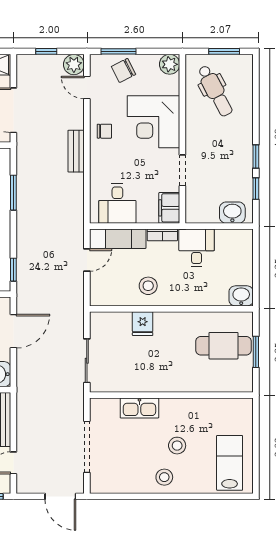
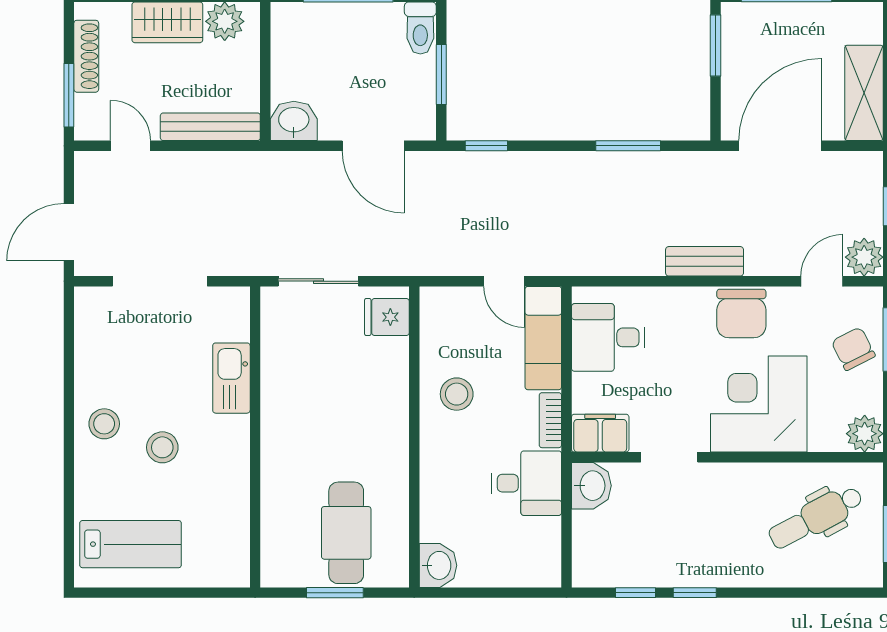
chair: (104, 131) -> (741, 313), width x1.87, depth x1.87
washbasin: (232, 213) -> (591, 486), moved
fridge: (143, 324) -> (387, 317), moved

